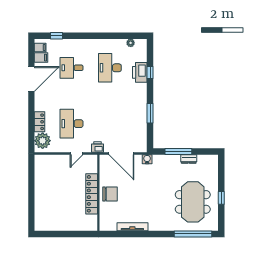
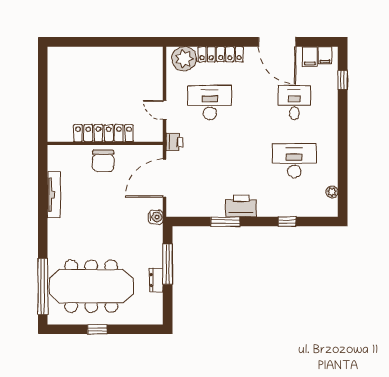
printer: (140, 72) -> (241, 206), moved
locker: (40, 122) -> (221, 54), width x1.53
meeting table: (193, 202) -> (91, 286), width x1.36

